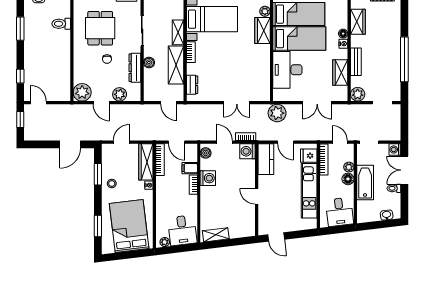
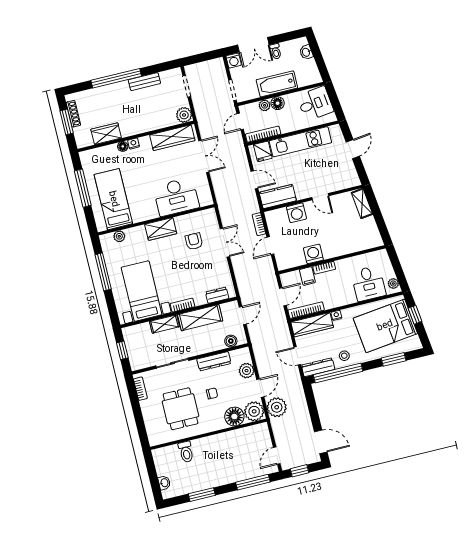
dining table: (100, 28) -> (181, 409), turned 90
wardrobe: (262, 31) -> (161, 229), moved
bed: (299, 39) -> (140, 192), removed
window: (404, 59) -> (116, 78), moved
bench: (356, 62) -> (144, 82), moved
boiler: (149, 63) -> (231, 341), moved
wardrobe: (340, 73) -> (172, 138), width x1.50
floor lamp: (82, 74) -> (234, 417), added
window: (20, 76) -> (253, 482), width x2.17
armchair: (244, 76) -> (194, 241), added
plant: (277, 113) -> (277, 407), moved
door: (286, 142) -> (254, 180), hinge flipped
door: (70, 144) -> (321, 442), moved
washing machine: (248, 151) -> (296, 213), moved
boiler: (206, 153) -> (287, 263), removed
dresser: (107, 158) -> (318, 367), added
window: (98, 174) -> (338, 373), width x2.11
door: (257, 196) -> (320, 197), hinge flipped
desk: (182, 230) -> (368, 283), moved, turned 97
shelving: (216, 235) -> (362, 203), moved
door: (276, 237) -> (353, 149), moved
window: (133, 254) -> (415, 315), added

